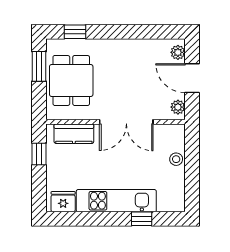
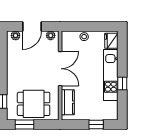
window: (39, 154) -> (96, 125), moved
fridge: (63, 202) -> (111, 41), moved
window: (142, 219) -> (122, 83), moved

